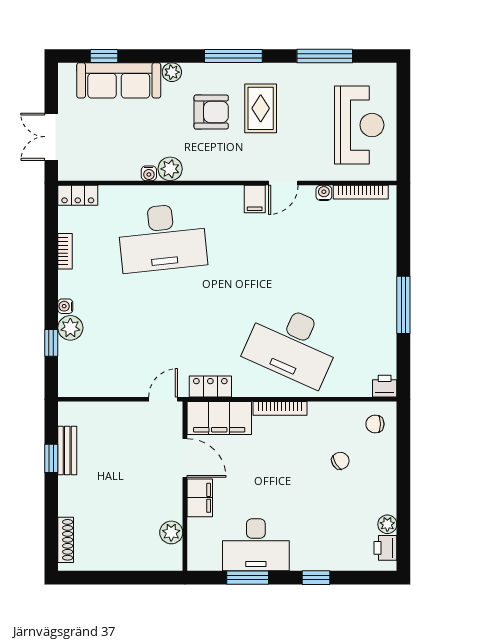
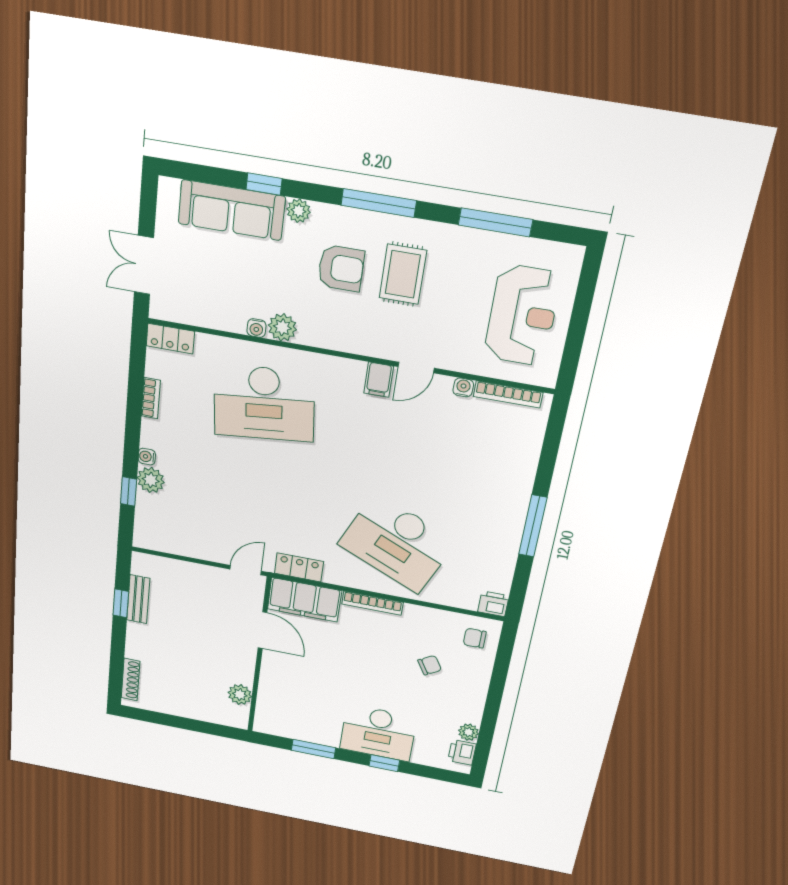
window: (104, 56) -> (264, 184), moved
filing cabinet: (200, 498) -> (274, 670), removed
desk: (256, 545) -> (378, 733), moved

